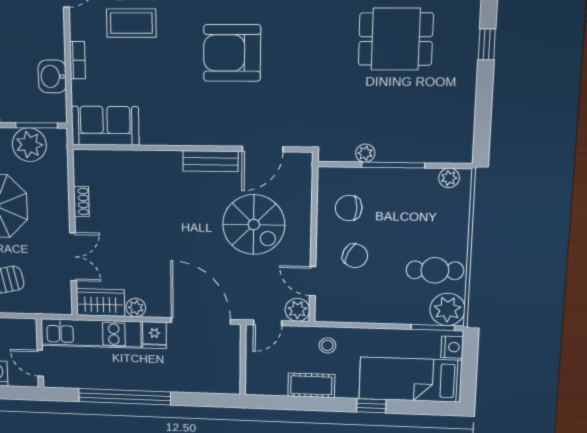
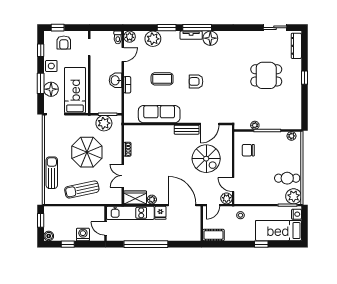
coffee table: (131, 23) -> (162, 79), moved
armchair: (232, 53) -> (196, 81), width x0.53, depth x0.53
washbasin: (52, 76) -> (115, 80), moved
sofa: (105, 126) -> (159, 114), moved, width x1.36
chair: (355, 256) -> (252, 172), removed
double door: (73, 257) -> (123, 176), swing flipped
cot: (311, 385) -> (213, 235), moved

